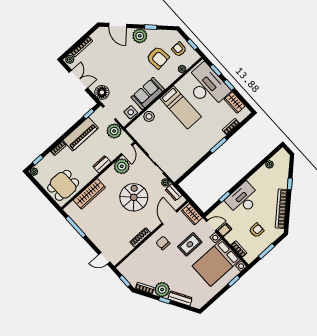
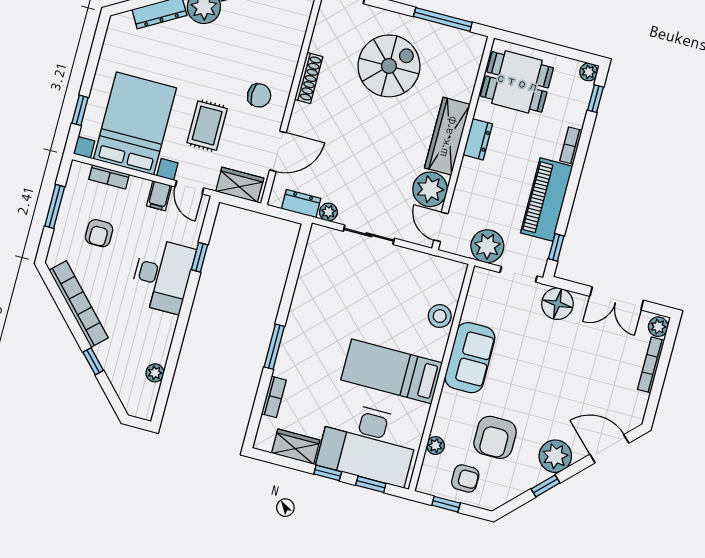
armchair: (158, 58) -> (495, 437), turned -84
side table: (131, 112) -> (479, 302), removed
dresser: (102, 164) -> (478, 139), moved
dining table: (63, 185) -> (517, 82), turned 90
wardrobe: (89, 194) -> (447, 136), moved
spiral stairs: (134, 197) -> (389, 66), moved, turned -90
door: (170, 218) -> (278, 151), hinge flipped
door: (211, 226) -> (189, 187), hinge flipped

